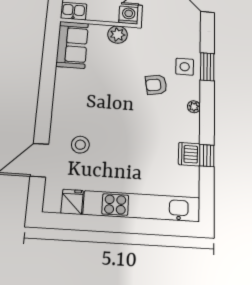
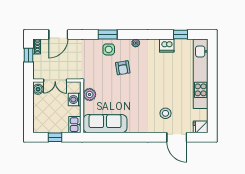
washing machine: (129, 15) -> (75, 100), moved
sofa: (72, 45) -> (105, 124), width x1.36
window: (207, 155) -> (181, 35), moved
fridge: (72, 202) -> (201, 127), moved

